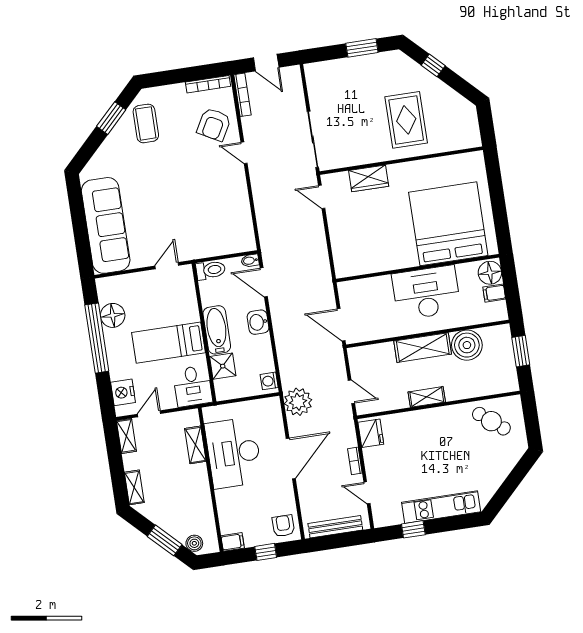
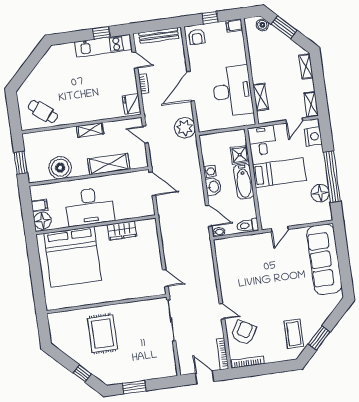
wardrobe: (369, 178) -> (122, 230), moved, turned 180
shelving: (423, 348) -> (109, 164), moved
washing machine: (269, 381) -> (210, 172), moved
kitchen unit: (441, 507) -> (103, 46), moved

